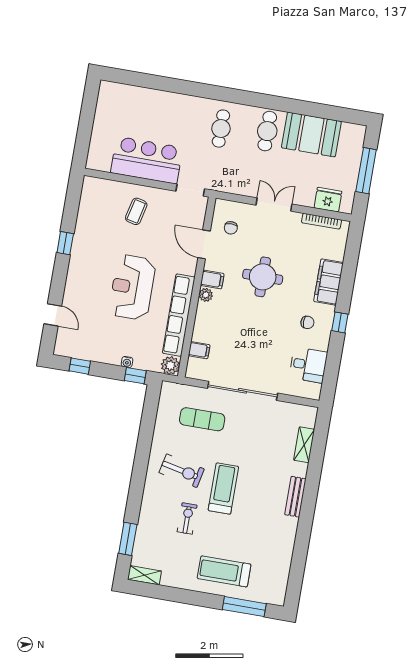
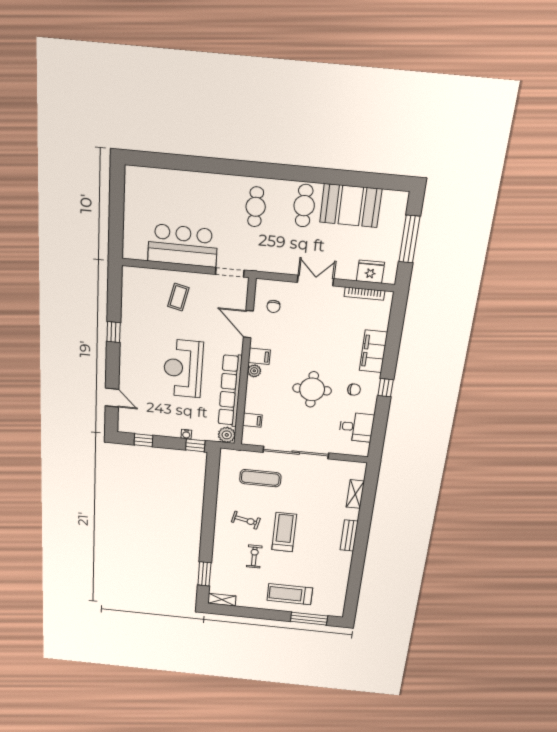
round table: (263, 277) -> (312, 389), moved
exercise bike: (182, 471) -> (246, 520), width x0.73, depth x0.72

